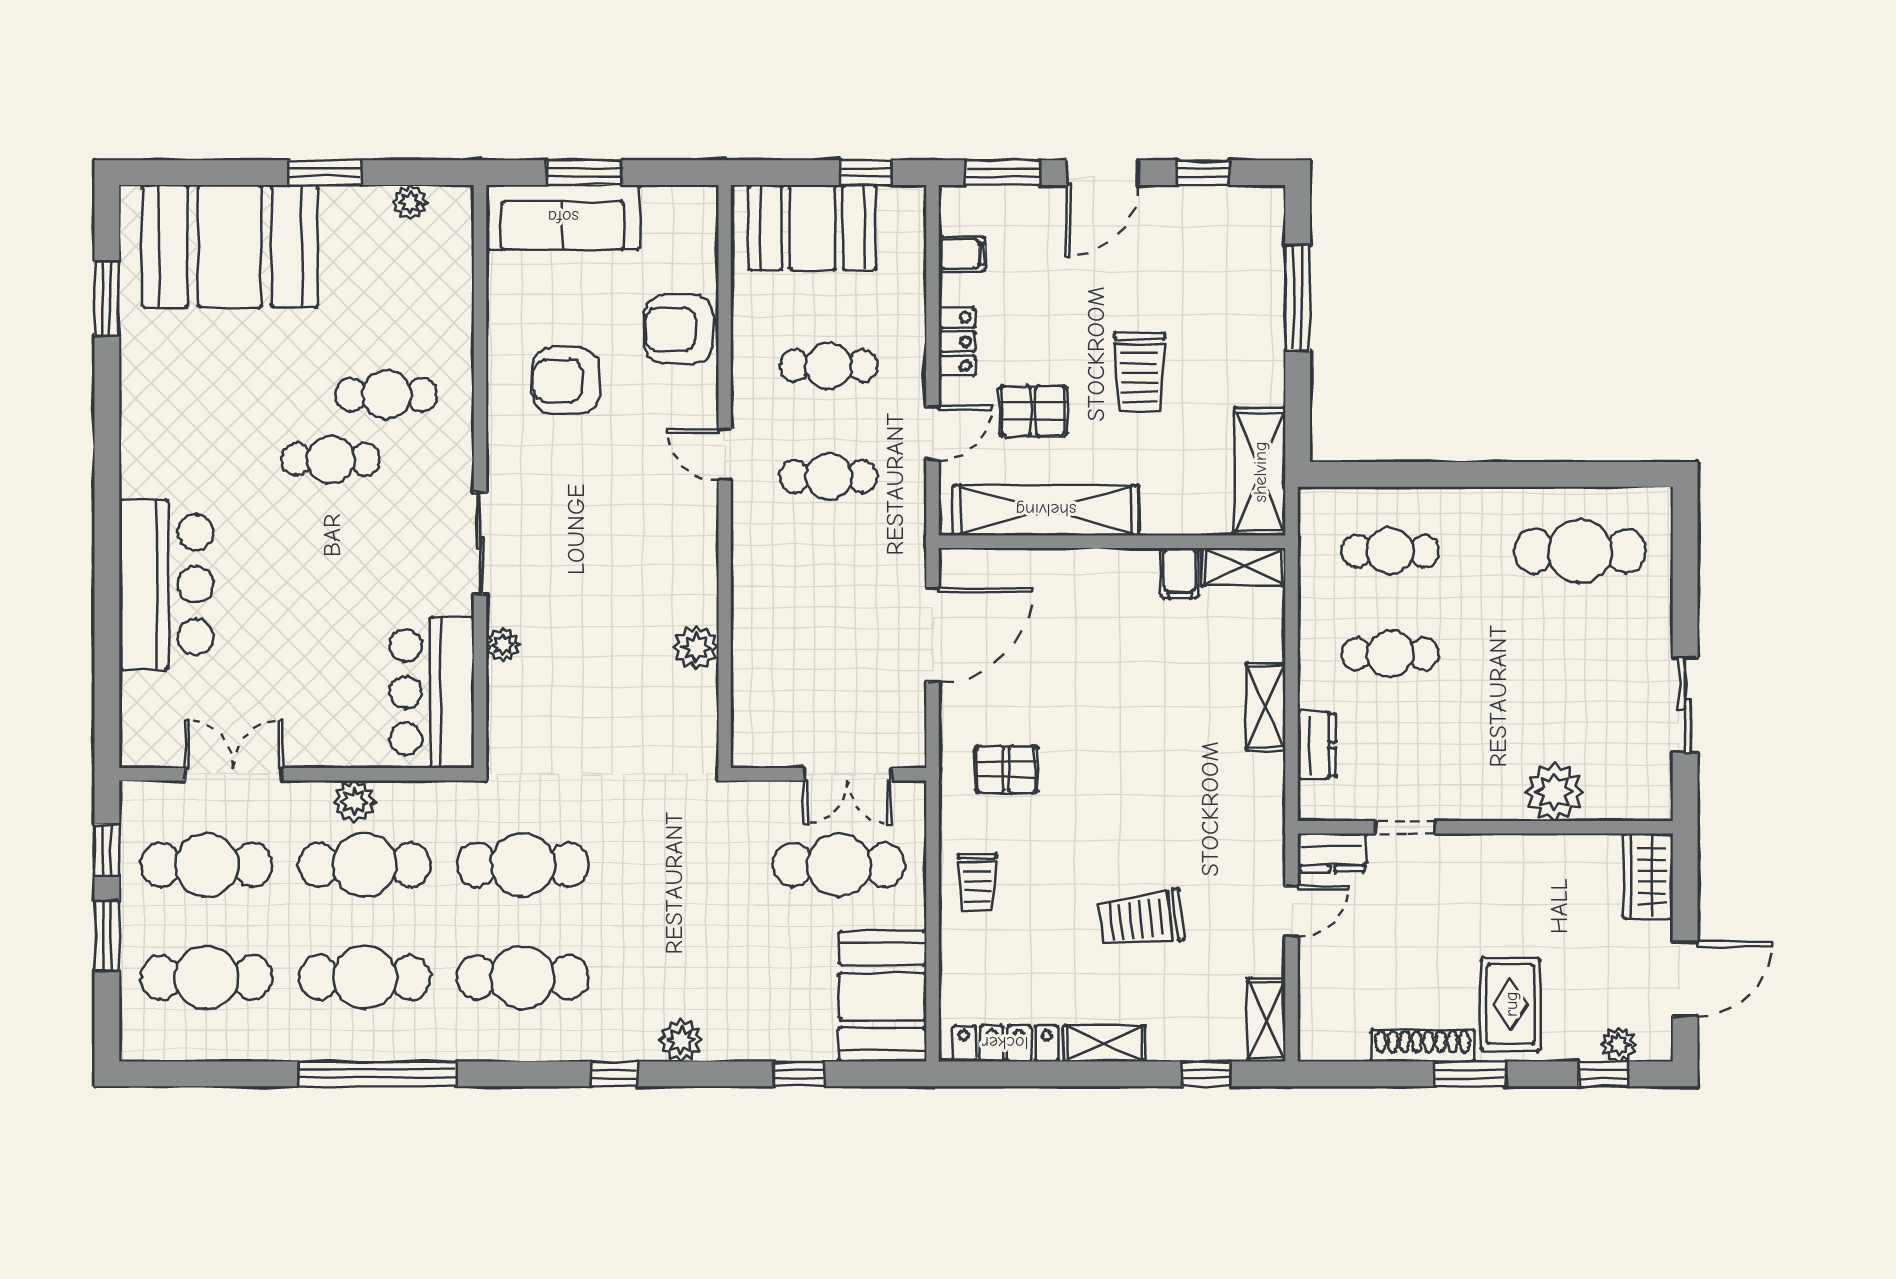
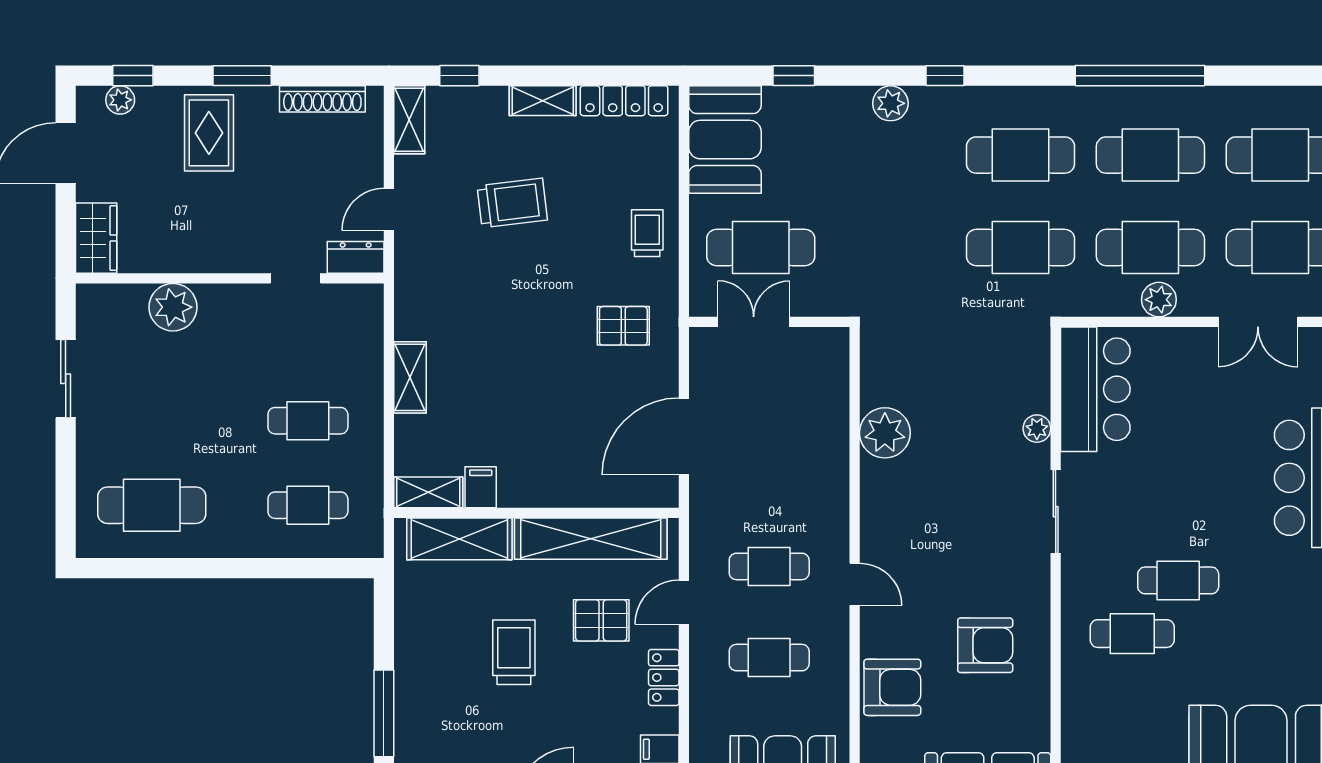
shelving: (1260, 472) -> (459, 539), moved, turned 90
plant: (696, 647) -> (885, 433), width x1.36, depth x1.36
dresser: (1317, 745) -> (368, 346), removed
shoe rack: (1423, 1046) -> (322, 99), moved

